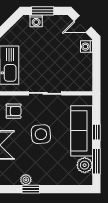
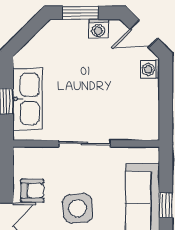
washing machine: (36, 21) -> (98, 29), moved
armchair: (14, 111) -> (32, 191), moved

